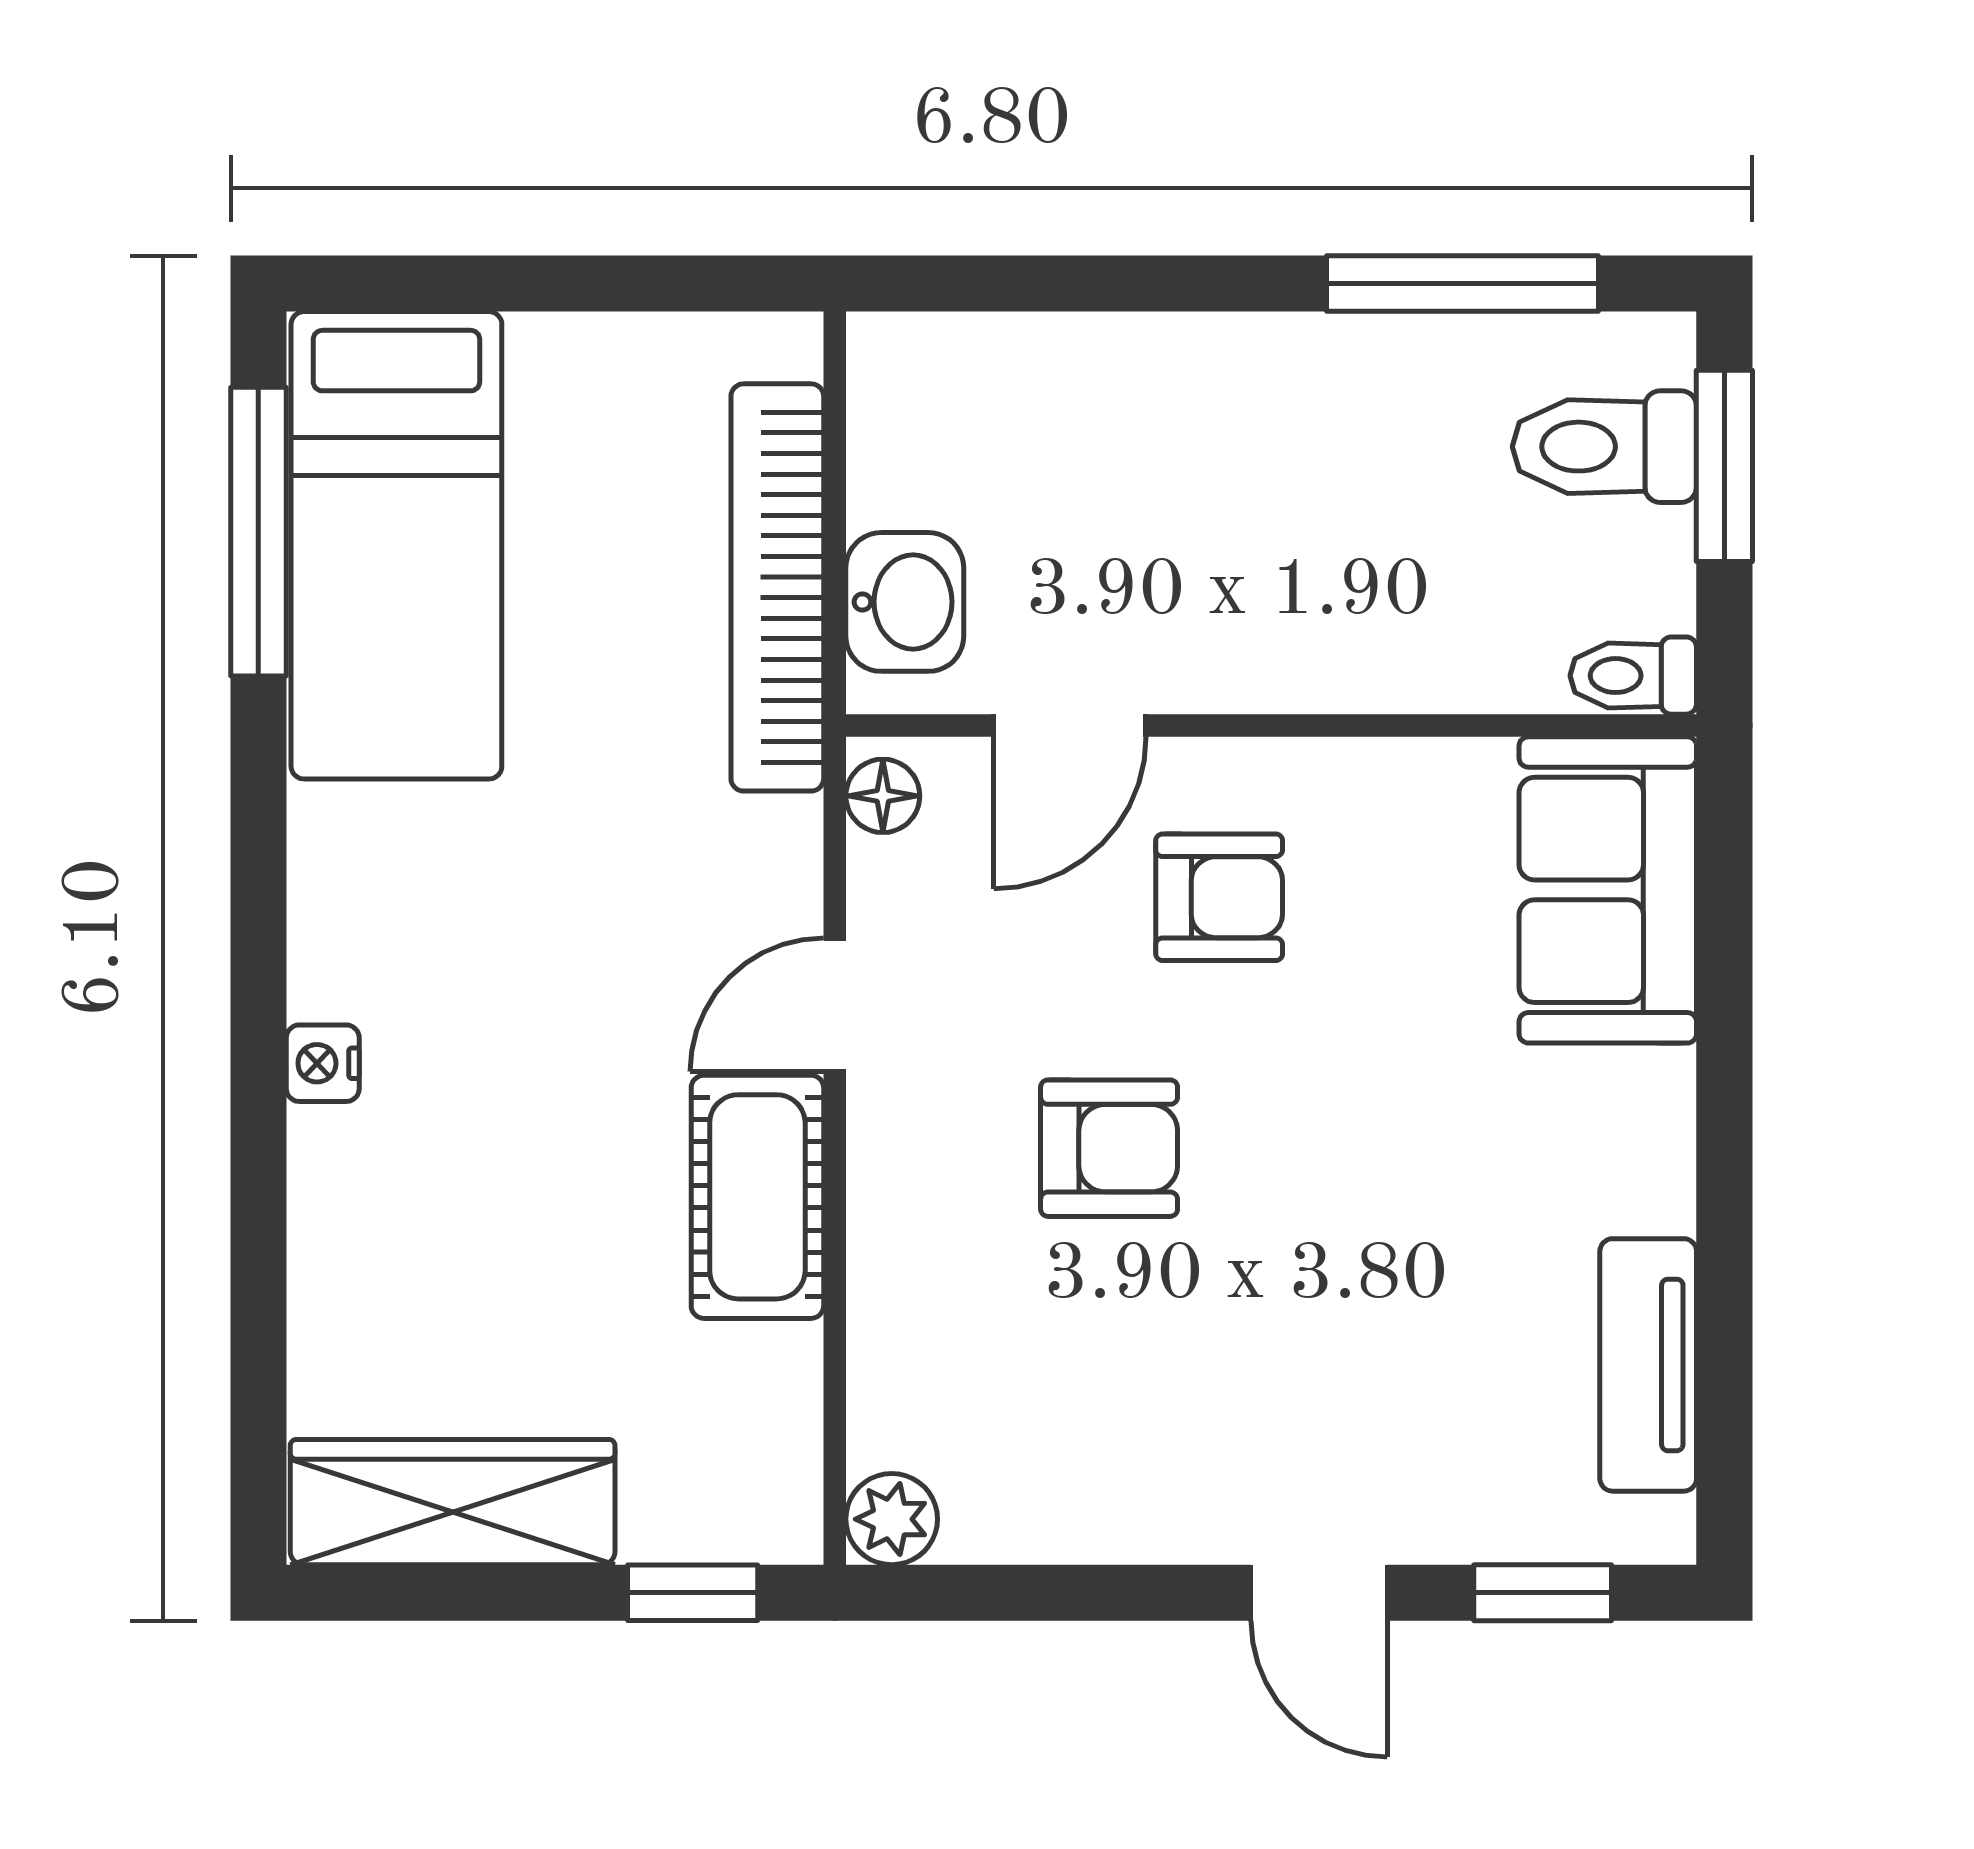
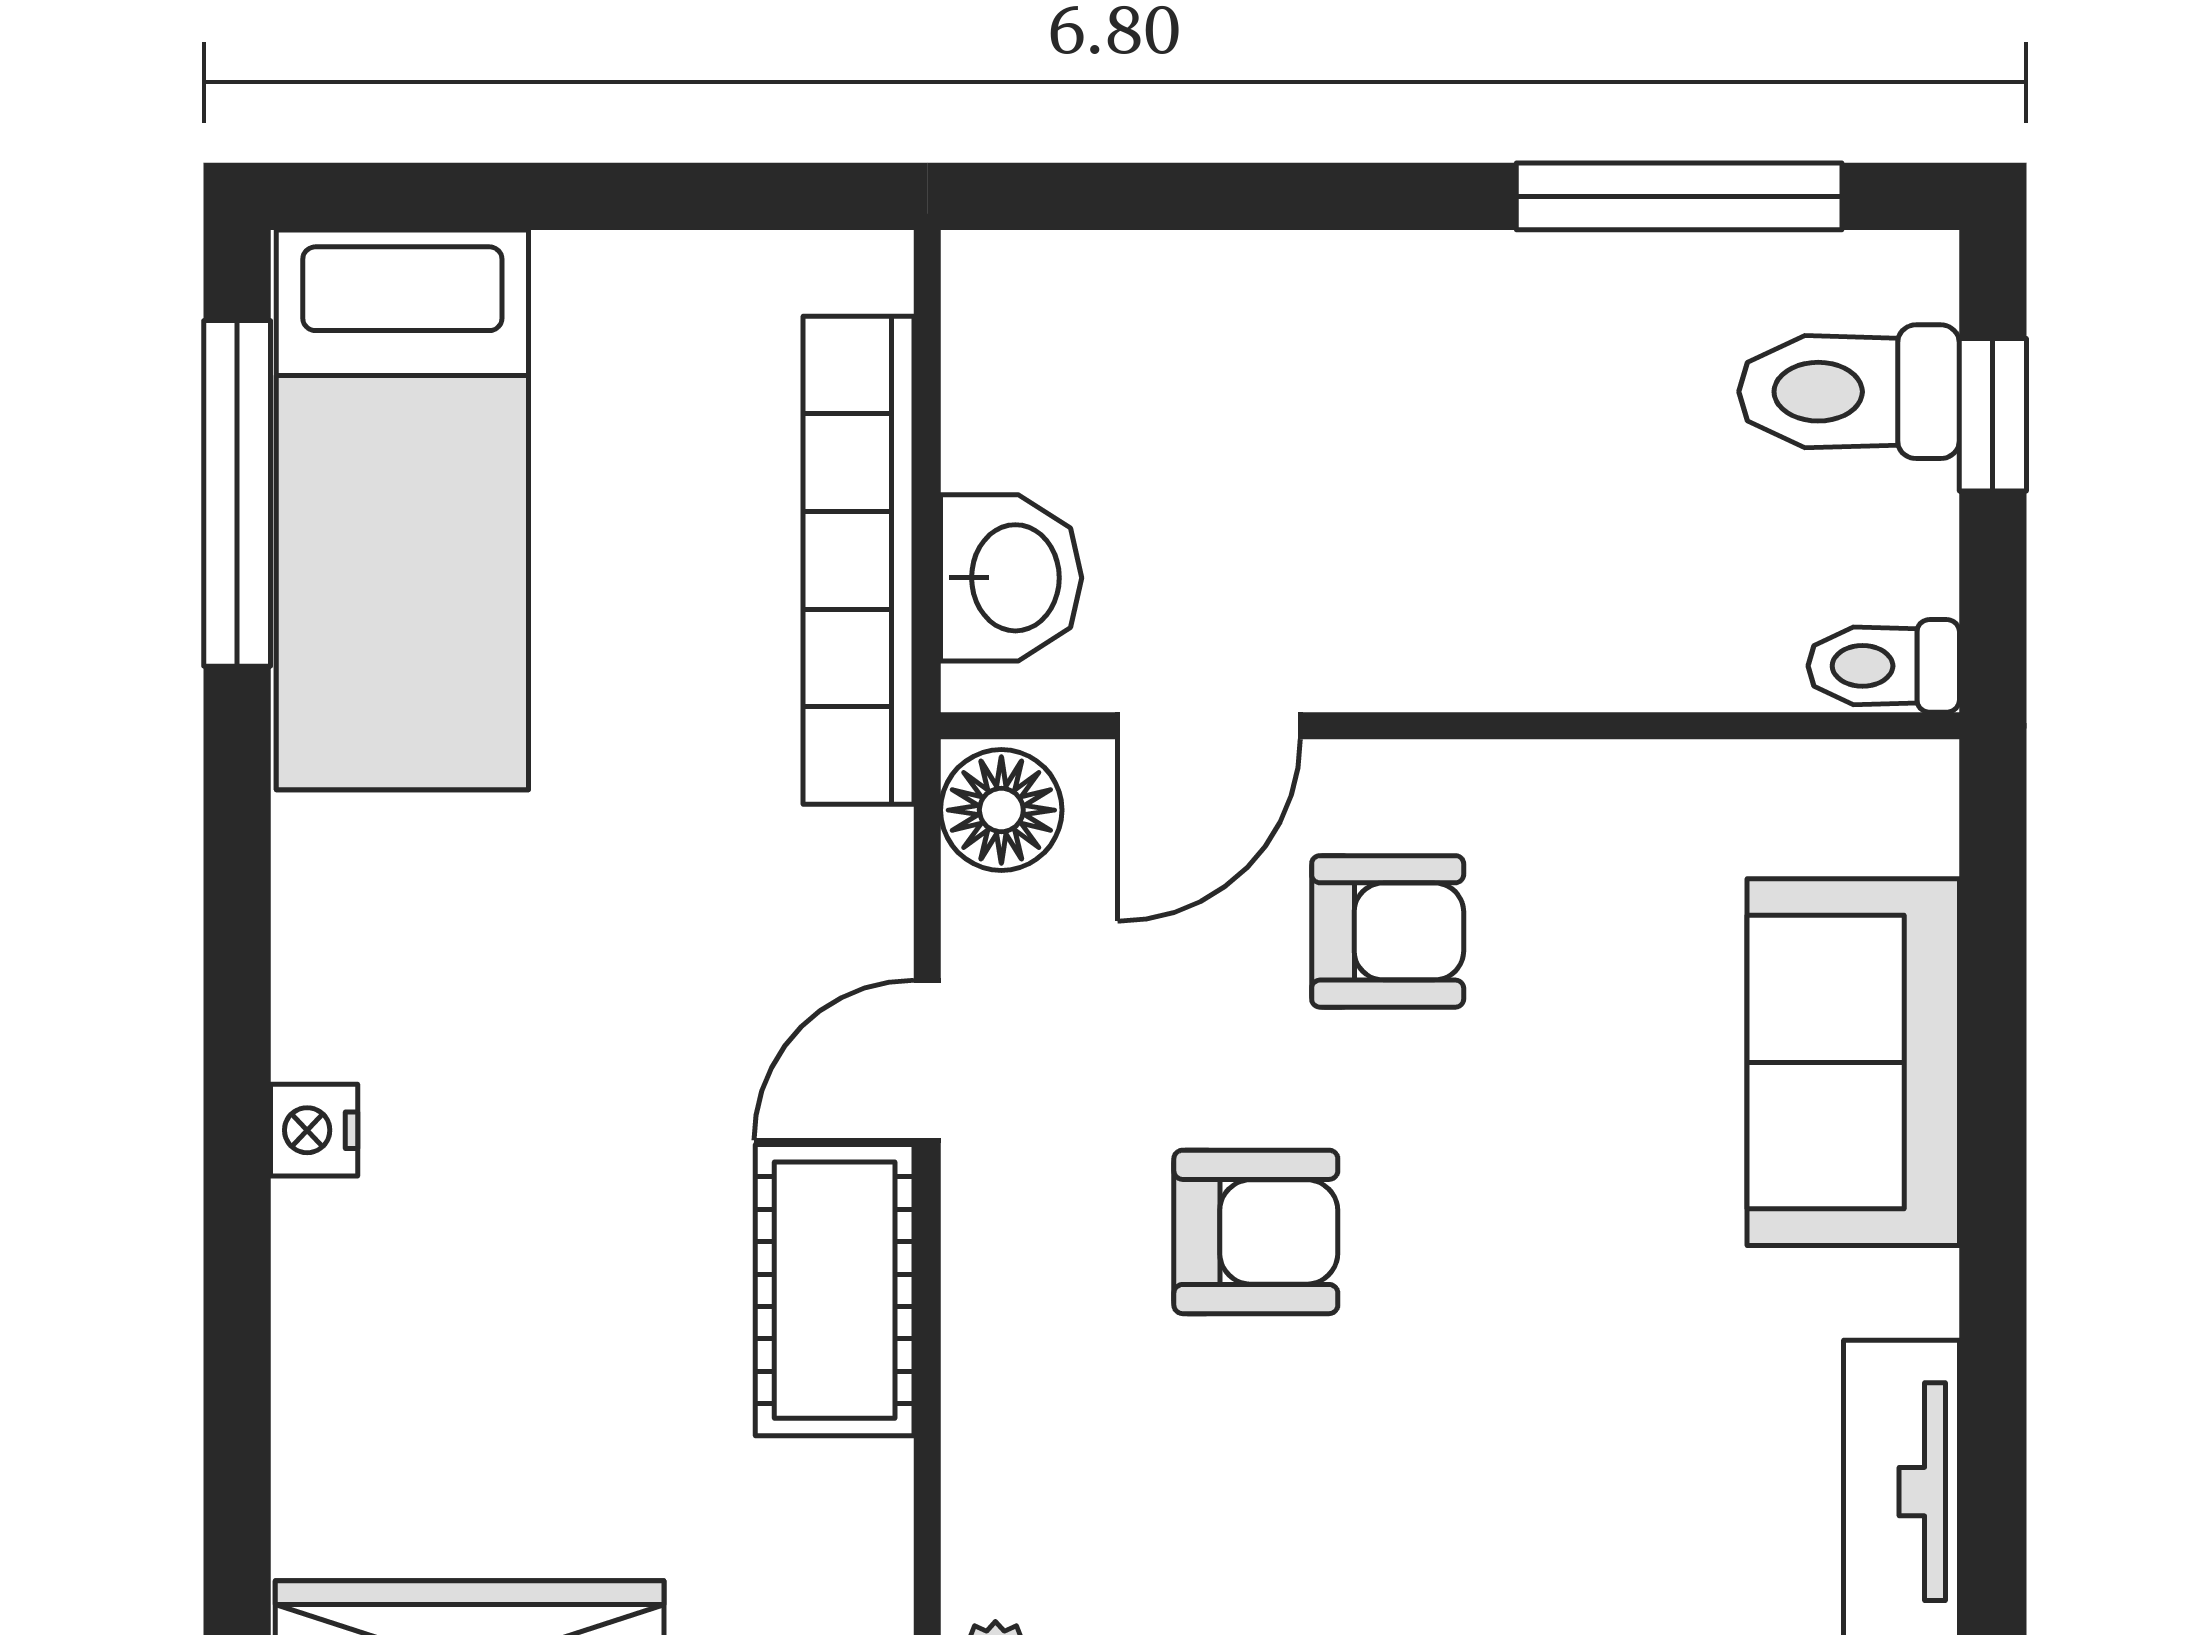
window: (1724, 466) -> (1993, 415), width x0.67
floor lamp: (883, 796) -> (1001, 810), width x1.37, depth x1.37
sofa: (1608, 890) -> (1853, 1062), moved

